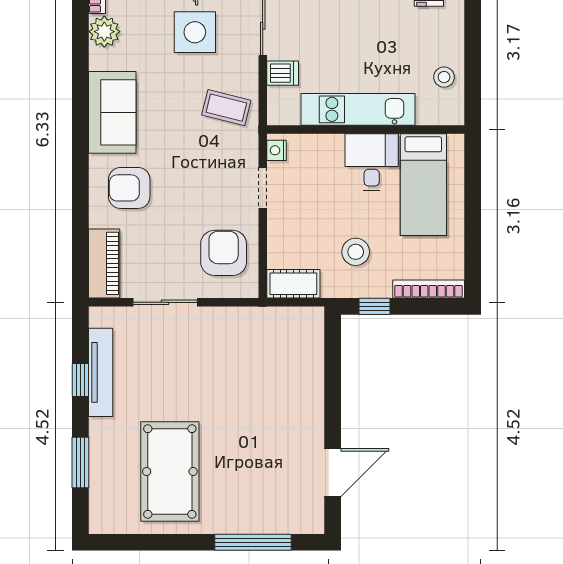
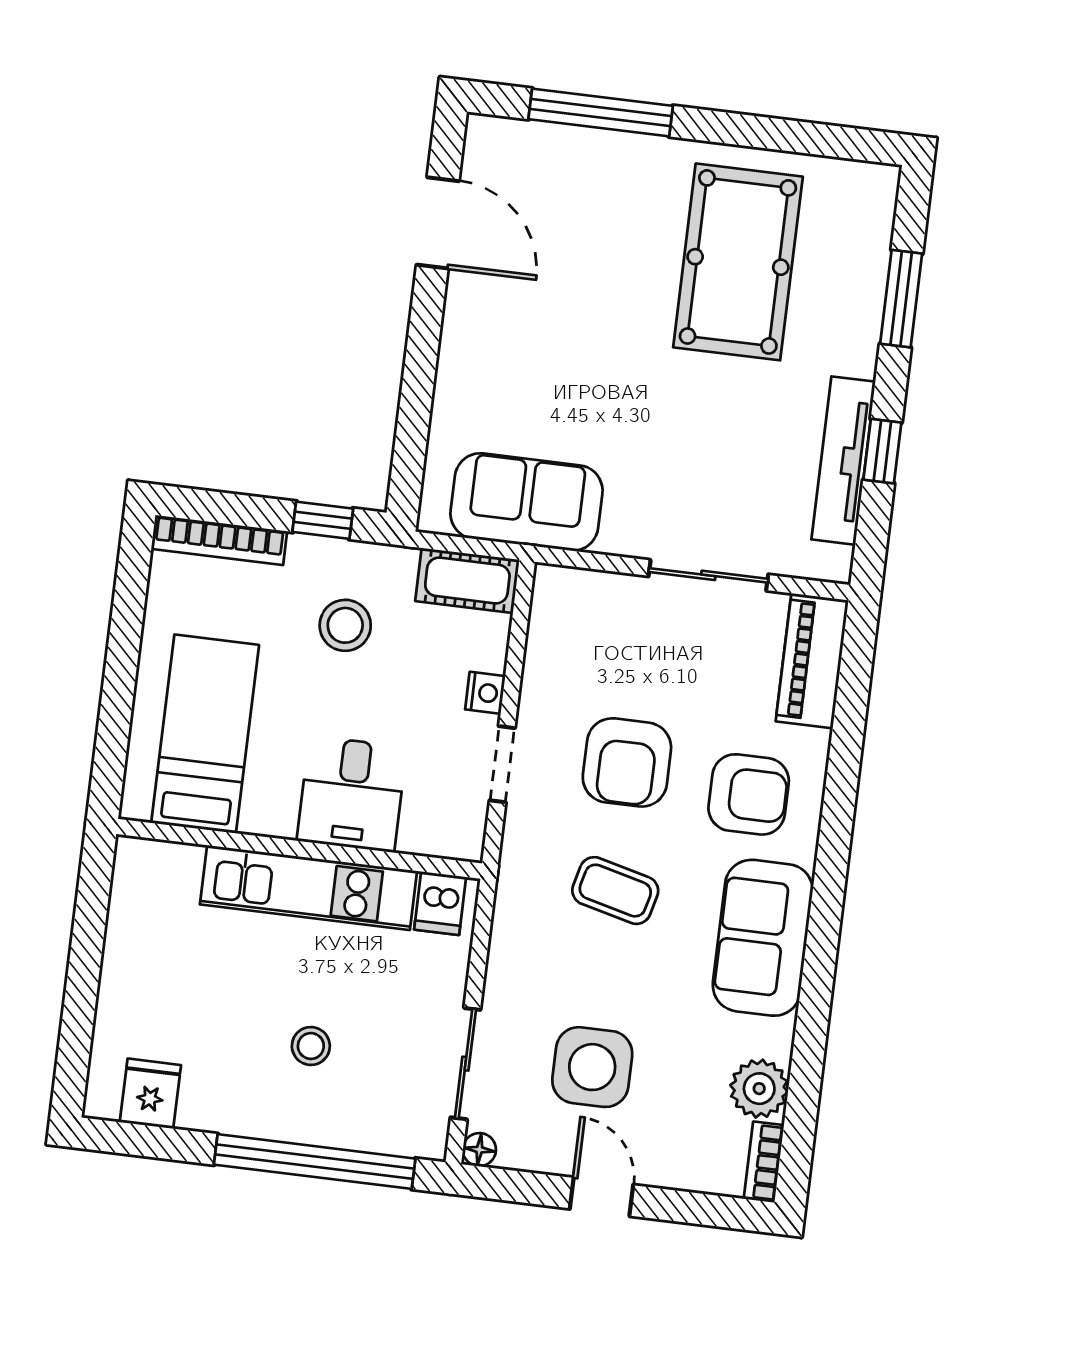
dishwasher: (283, 73) -> (440, 903), moved, turned -90
stool: (444, 77) -> (311, 1046), moved
coffee table: (226, 108) -> (615, 891), moved
nightstand: (276, 150) -> (485, 693), moved
desk: (372, 162) -> (352, 794), moved
armchair: (224, 253) -> (627, 762), moved
sofa: (267, 330) -> (526, 502), added
door: (333, 473) -> (438, 223), swing flipped

